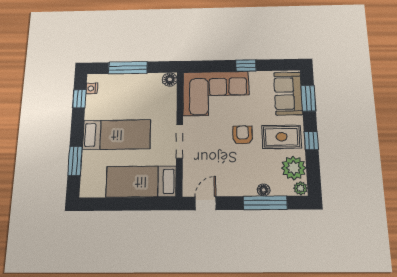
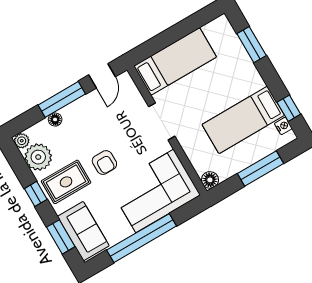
window: (246, 66) -> (142, 238), width x3.17
bed: (117, 135) -> (243, 120), moved
window: (265, 203) -> (62, 99), moved

